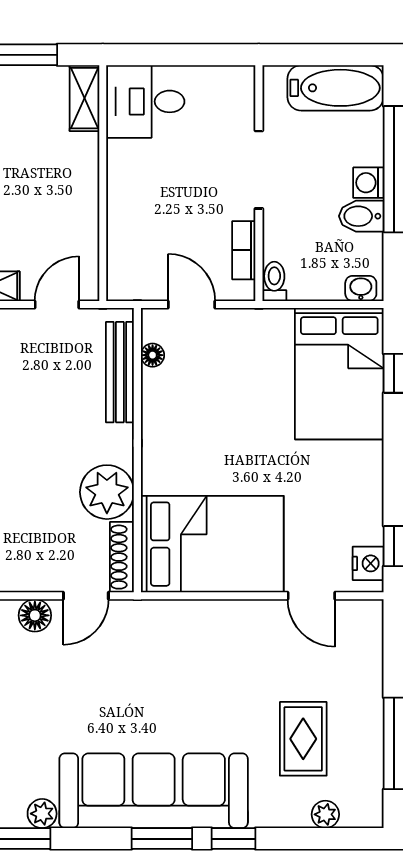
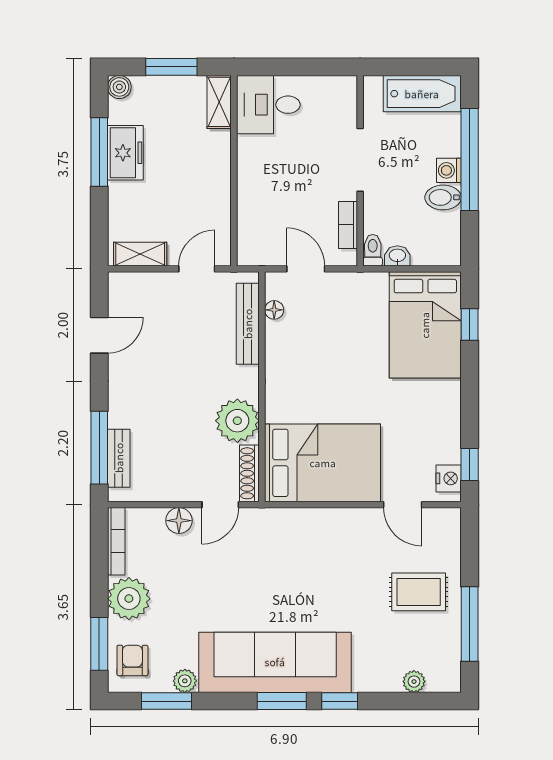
washbasin: (361, 288) -> (397, 256), moved
rug: (303, 739) -> (419, 592), moved, turned 90

